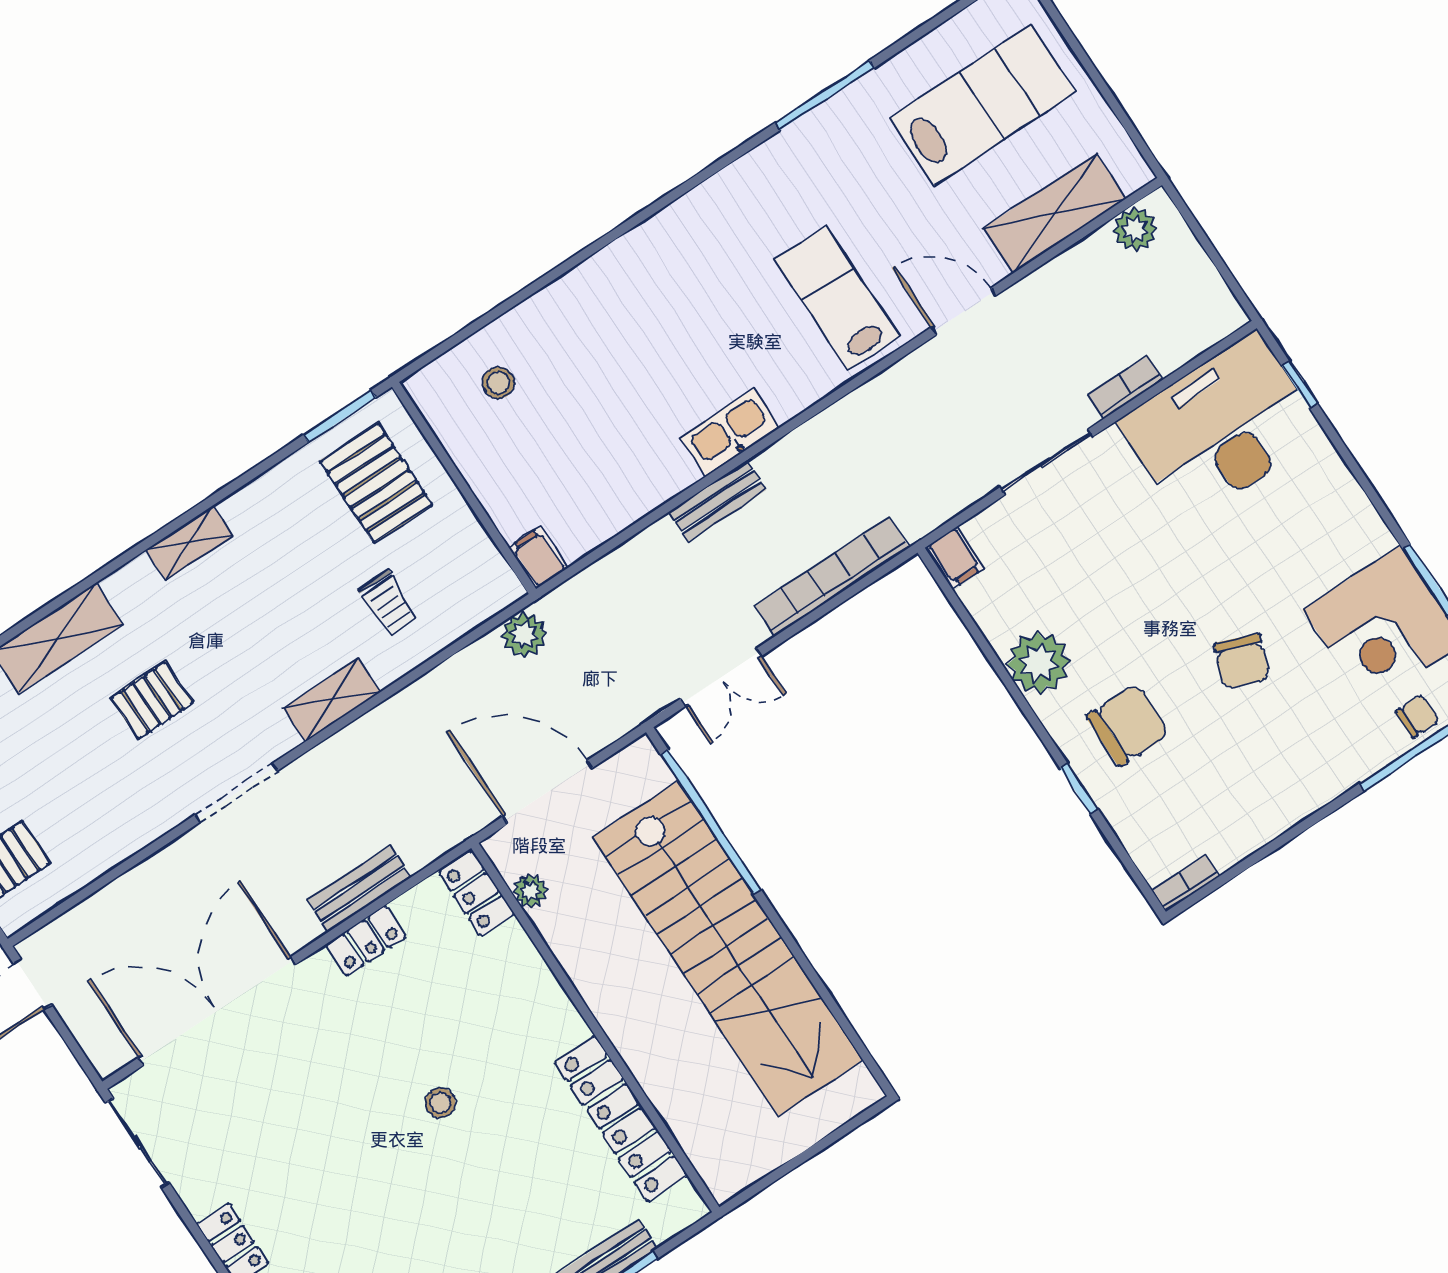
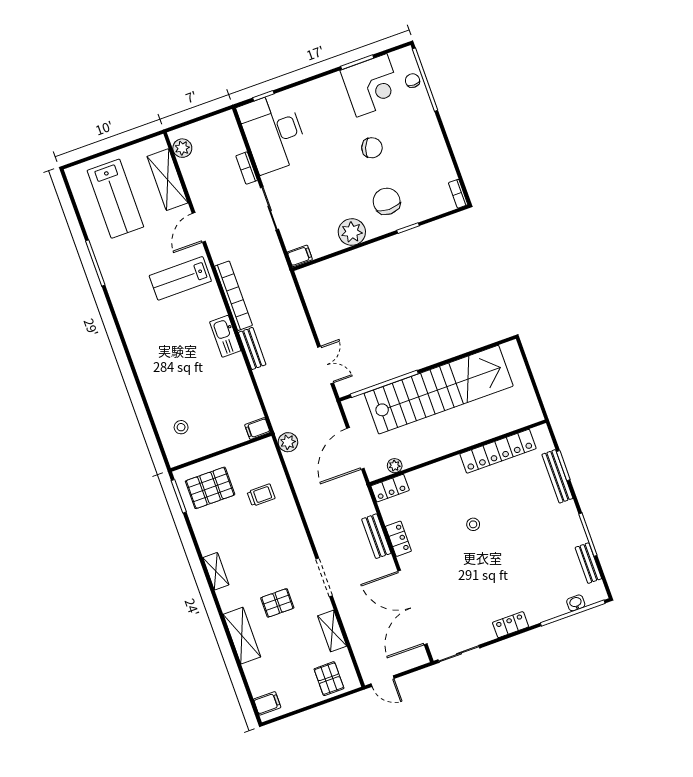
lab bench: (982, 105) -> (115, 199), turned 180
bookcase: (832, 577) -> (234, 296), moved, turned 180
pallet: (152, 700) -> (277, 603), turned 90
shelving: (332, 700) -> (332, 631), moved

